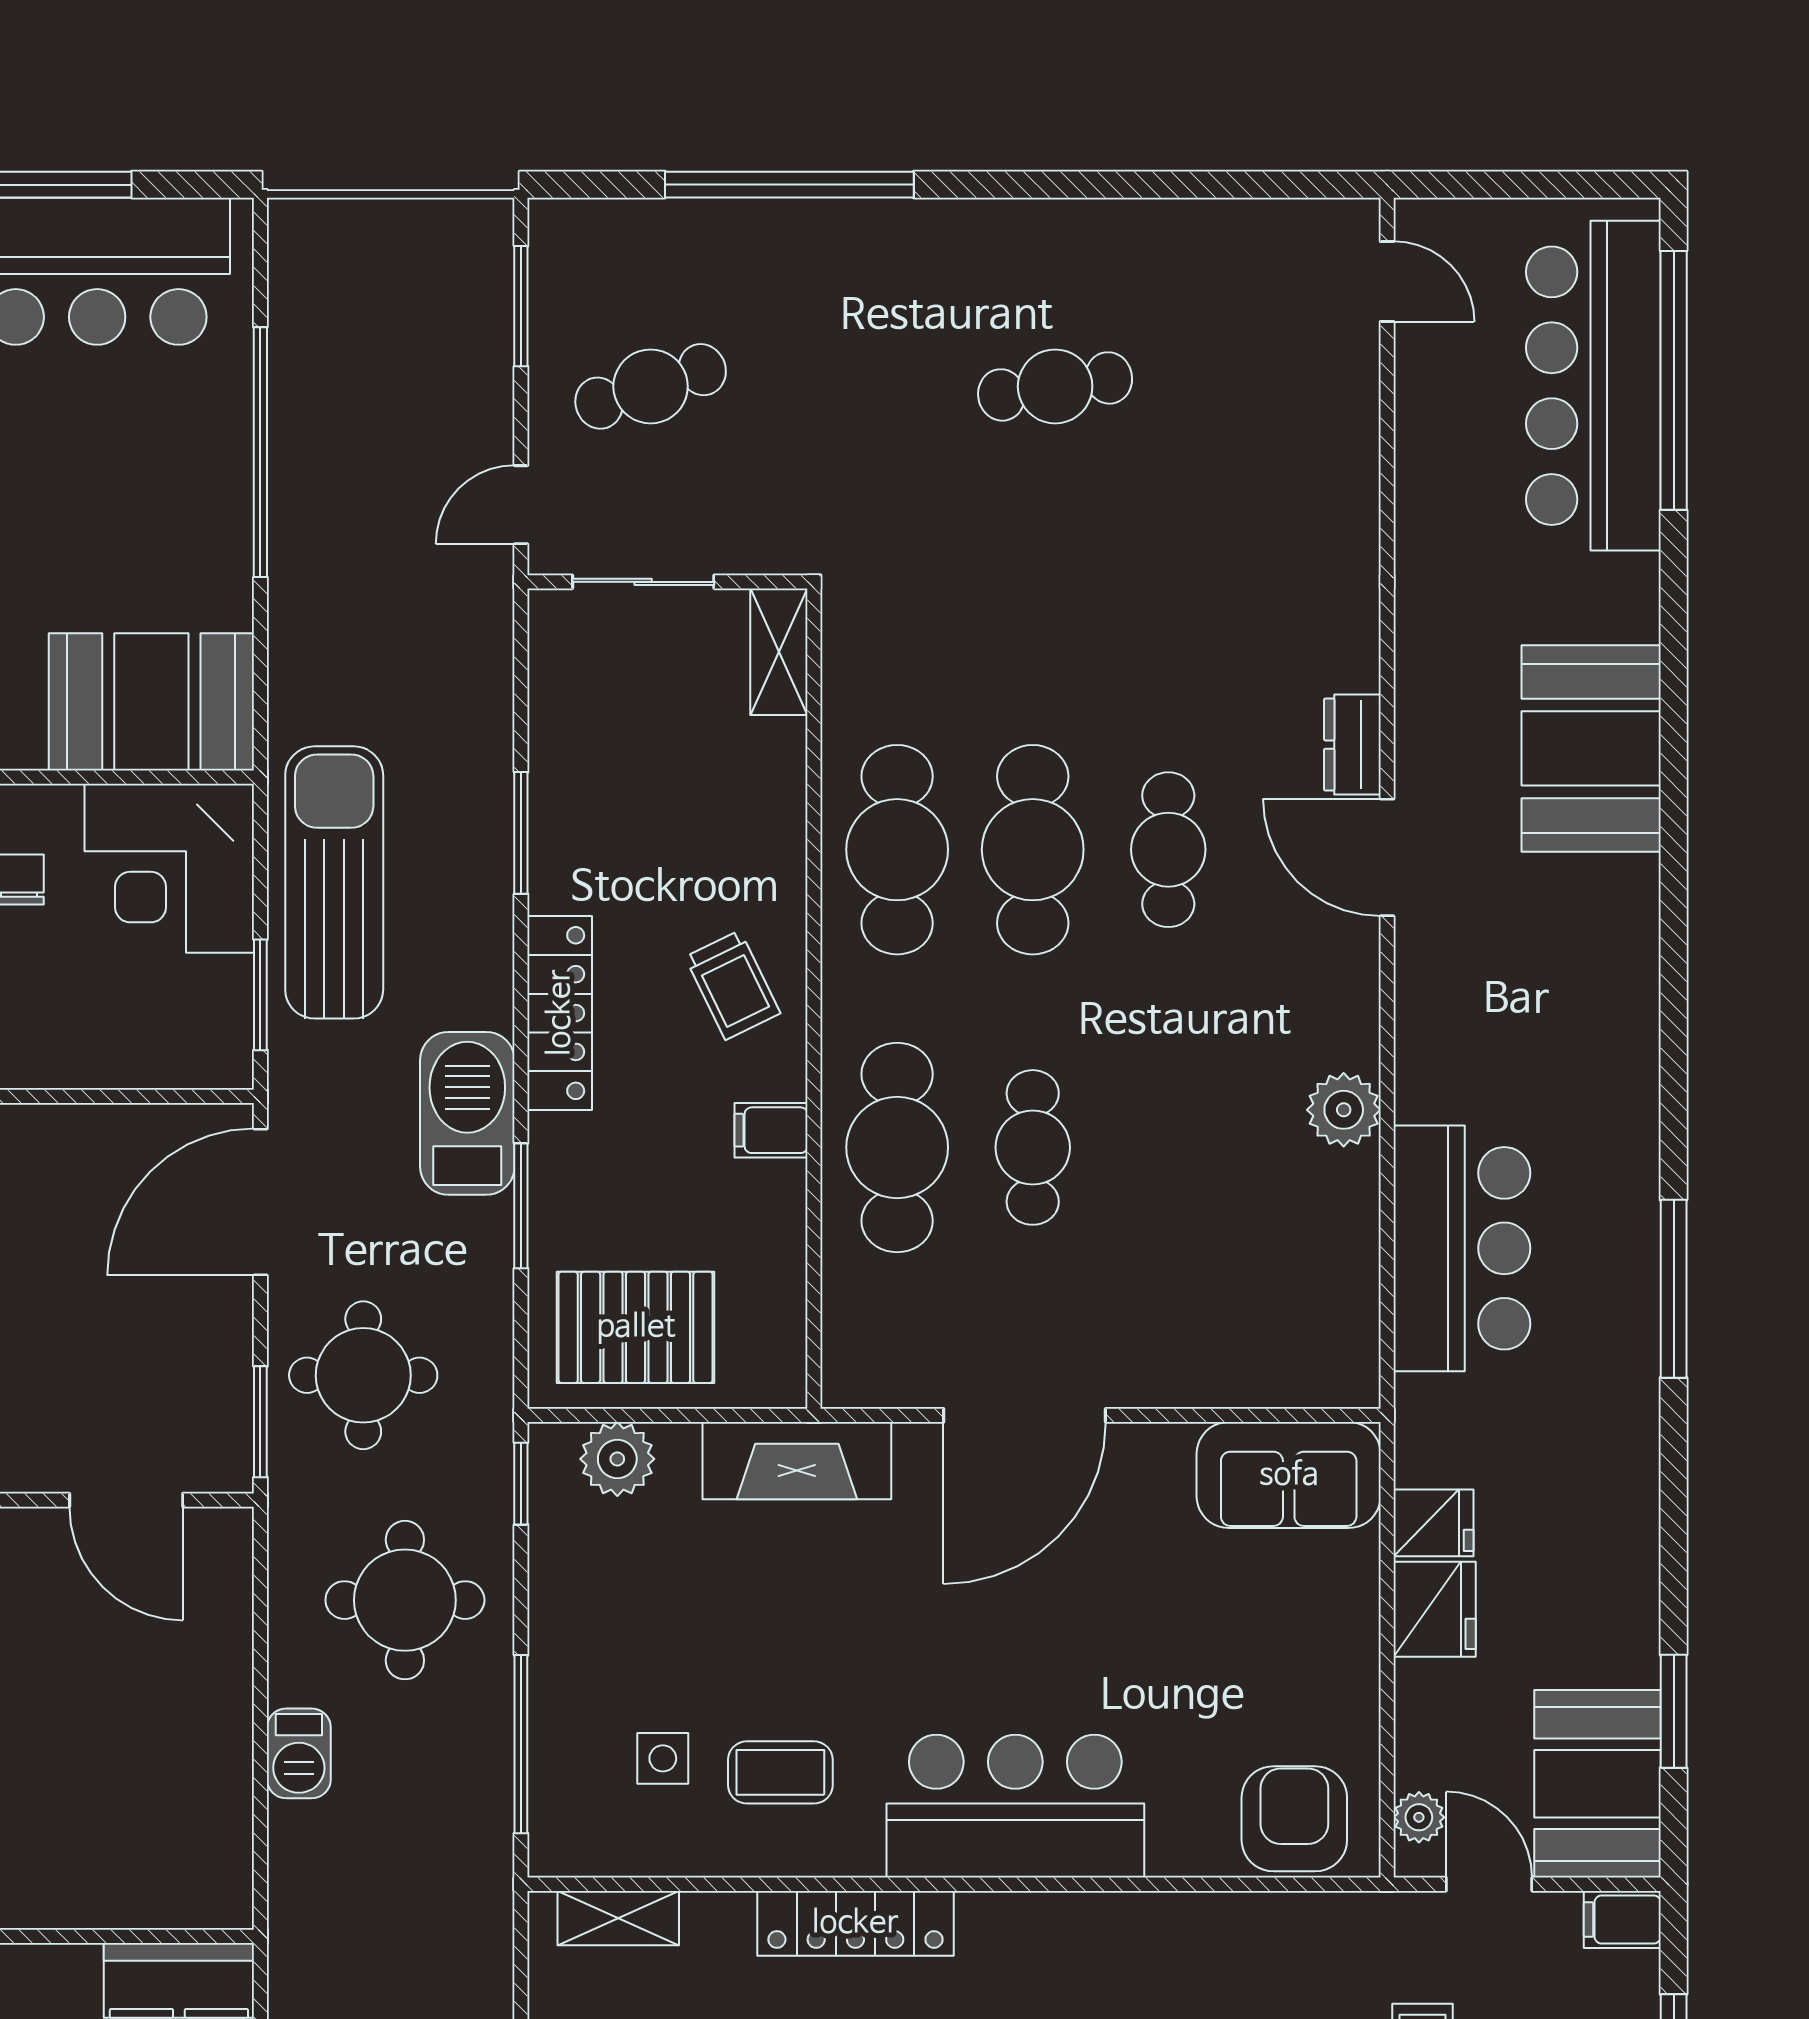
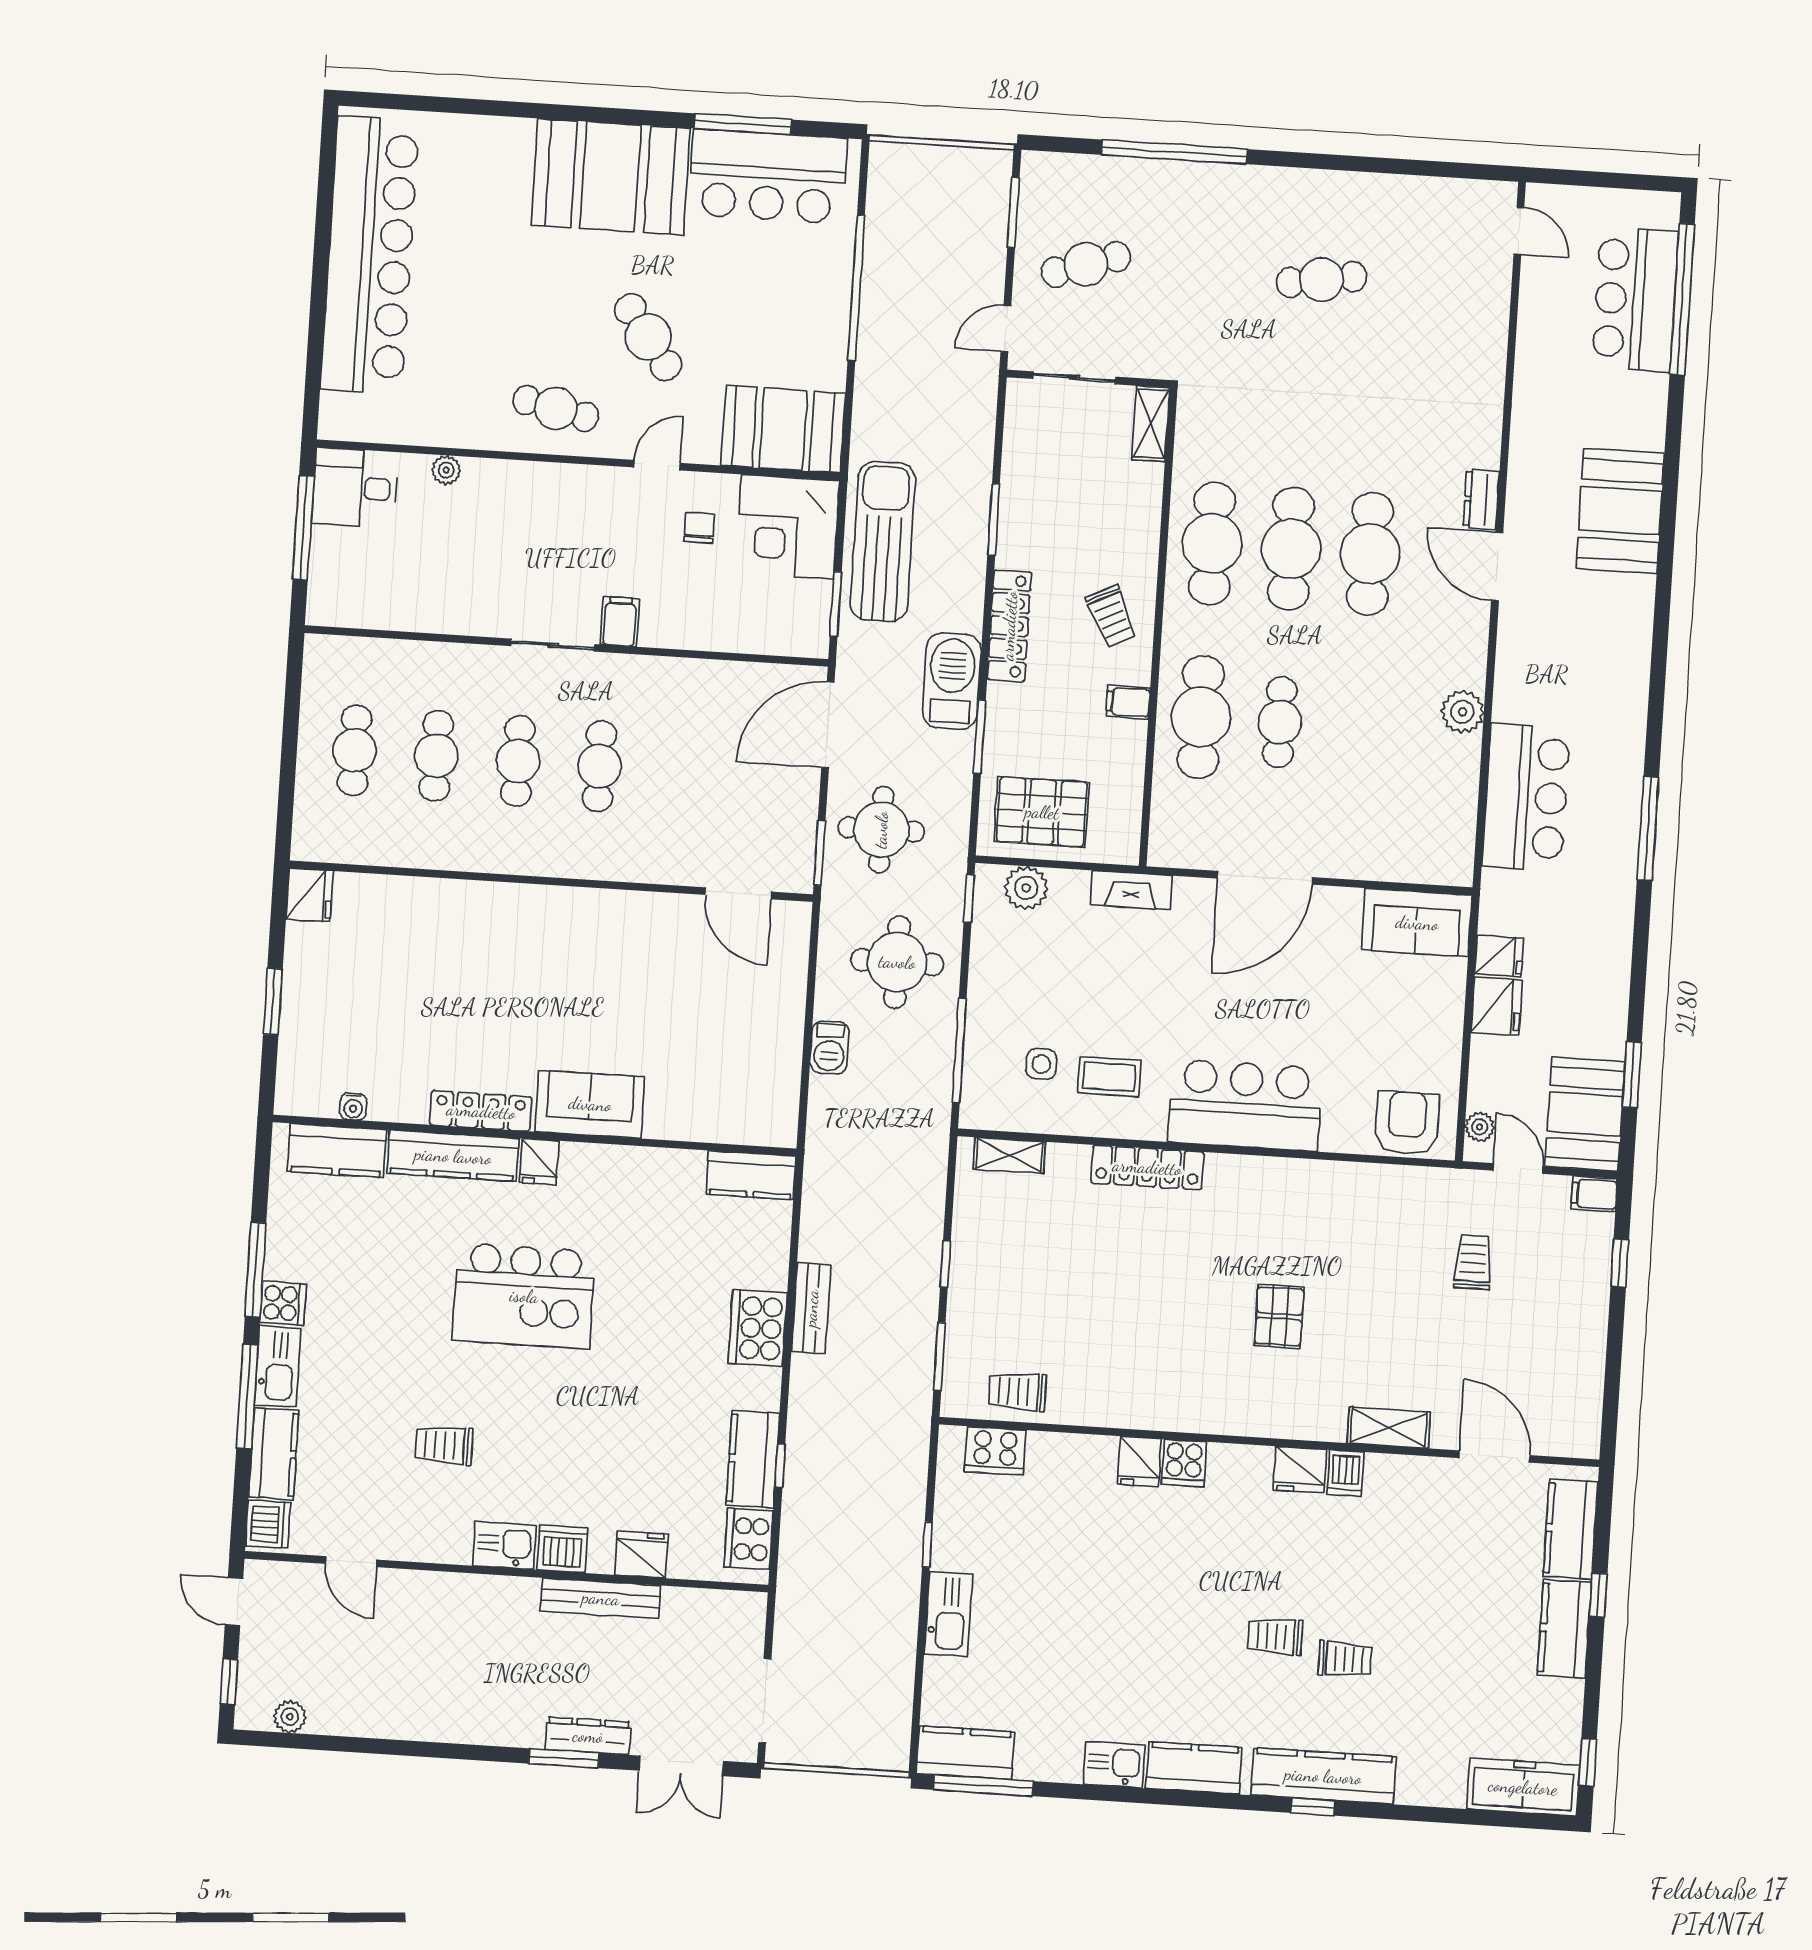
bar counter: (1593, 386) -> (1635, 299), width x0.73
cafe table: (1168, 850) -> (1370, 554), width x1.37, depth x1.35
fireplace: (797, 1461) -> (1131, 890), width x0.73, depth x0.76

